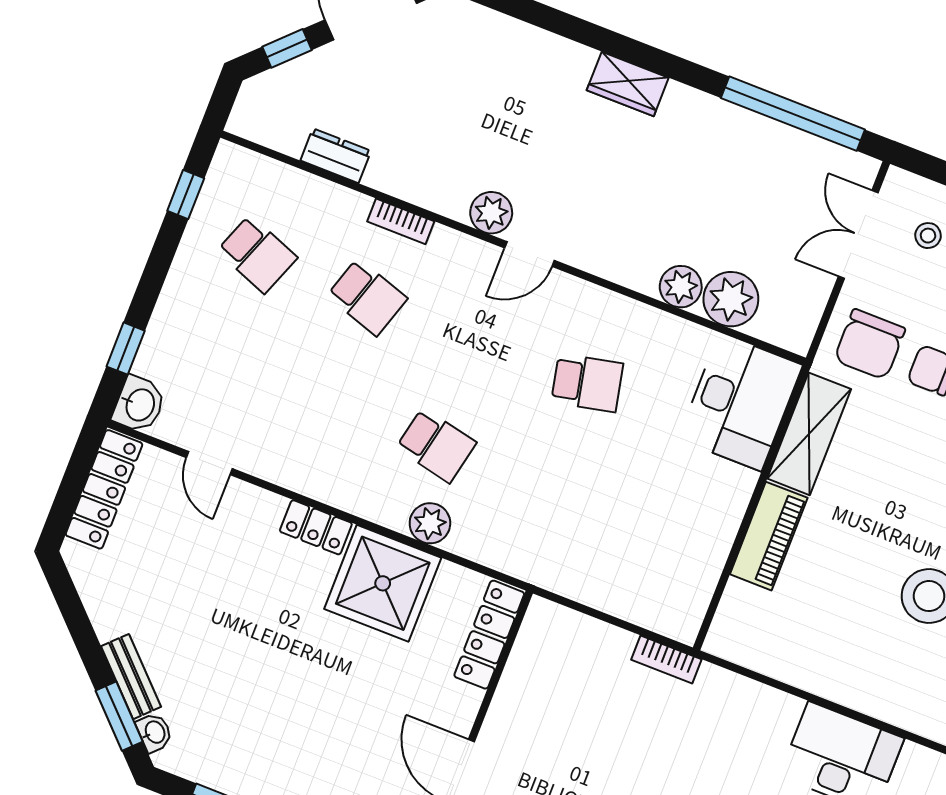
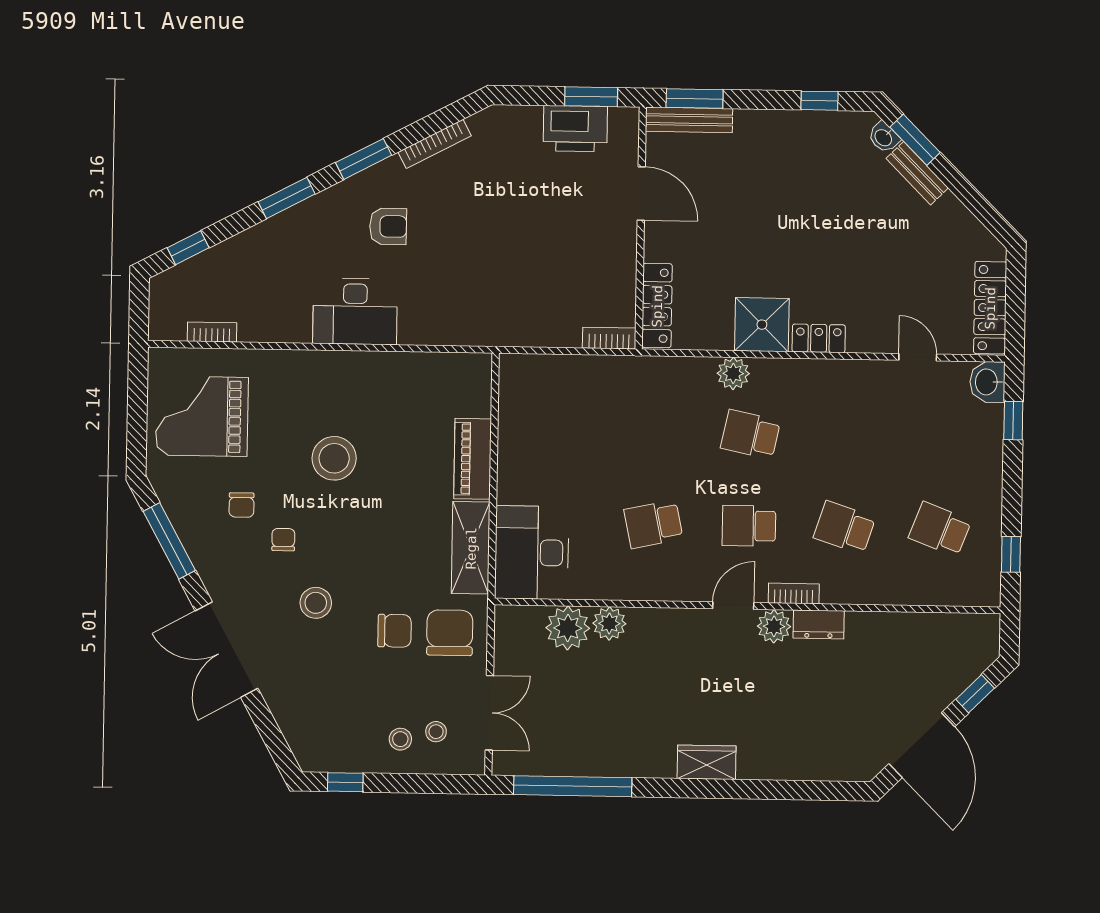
dresser: (336, 156) -> (819, 624), moved
bookcase: (401, 221) -> (794, 594), moved
school desk: (477, 340) -> (749, 526), added
shower: (383, 583) -> (762, 325), width x0.73, depth x0.73
bookcase: (666, 659) -> (609, 338), moved

